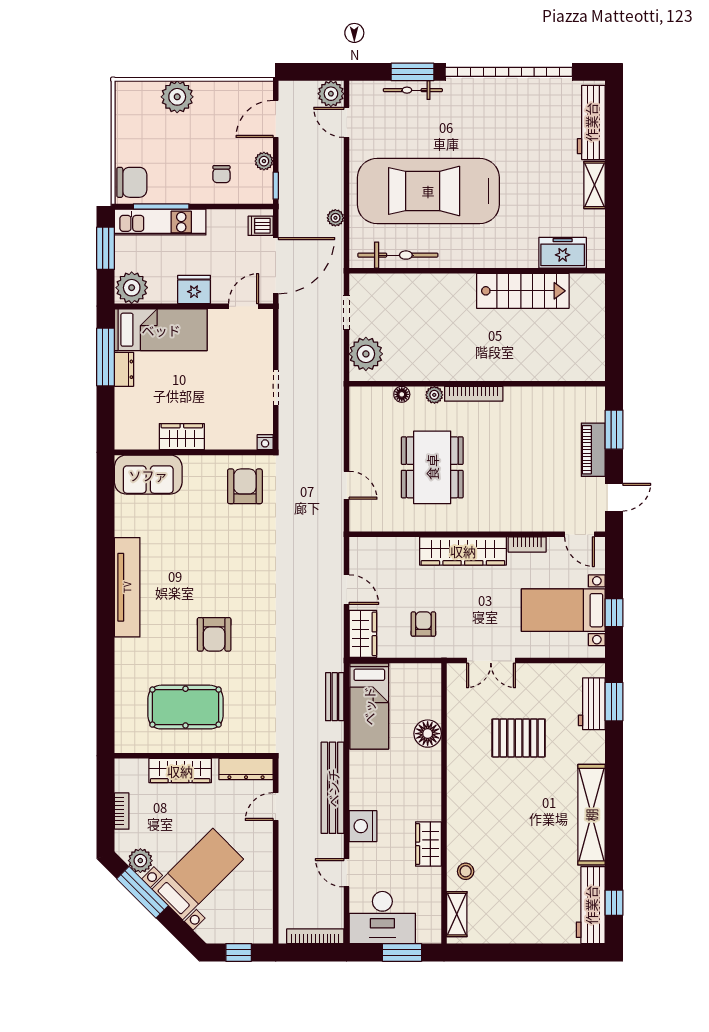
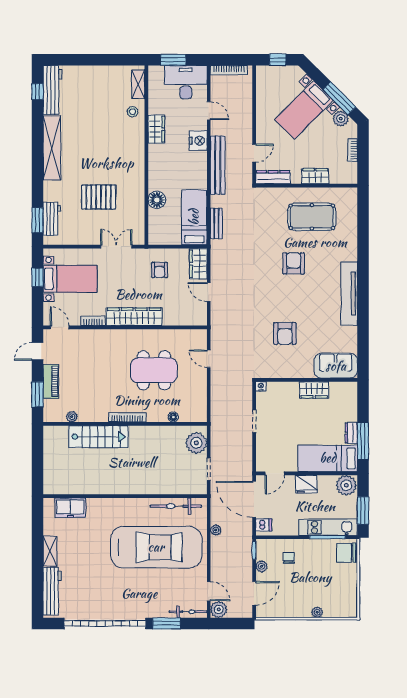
bicycle: (413, 90) -> (188, 612), moved
plant: (177, 97) -> (317, 612), width x0.53, depth x0.53
door: (276, 266) -> (254, 499), hinge flipped
stairs: (523, 291) -> (98, 437), moved, turned 180
plant: (434, 395) -> (72, 417), moved
dining table: (432, 467) -> (154, 370), turned 90
armchair: (245, 486) -> (285, 334), moved
wardrobe: (180, 771) -> (315, 176), width x0.67

